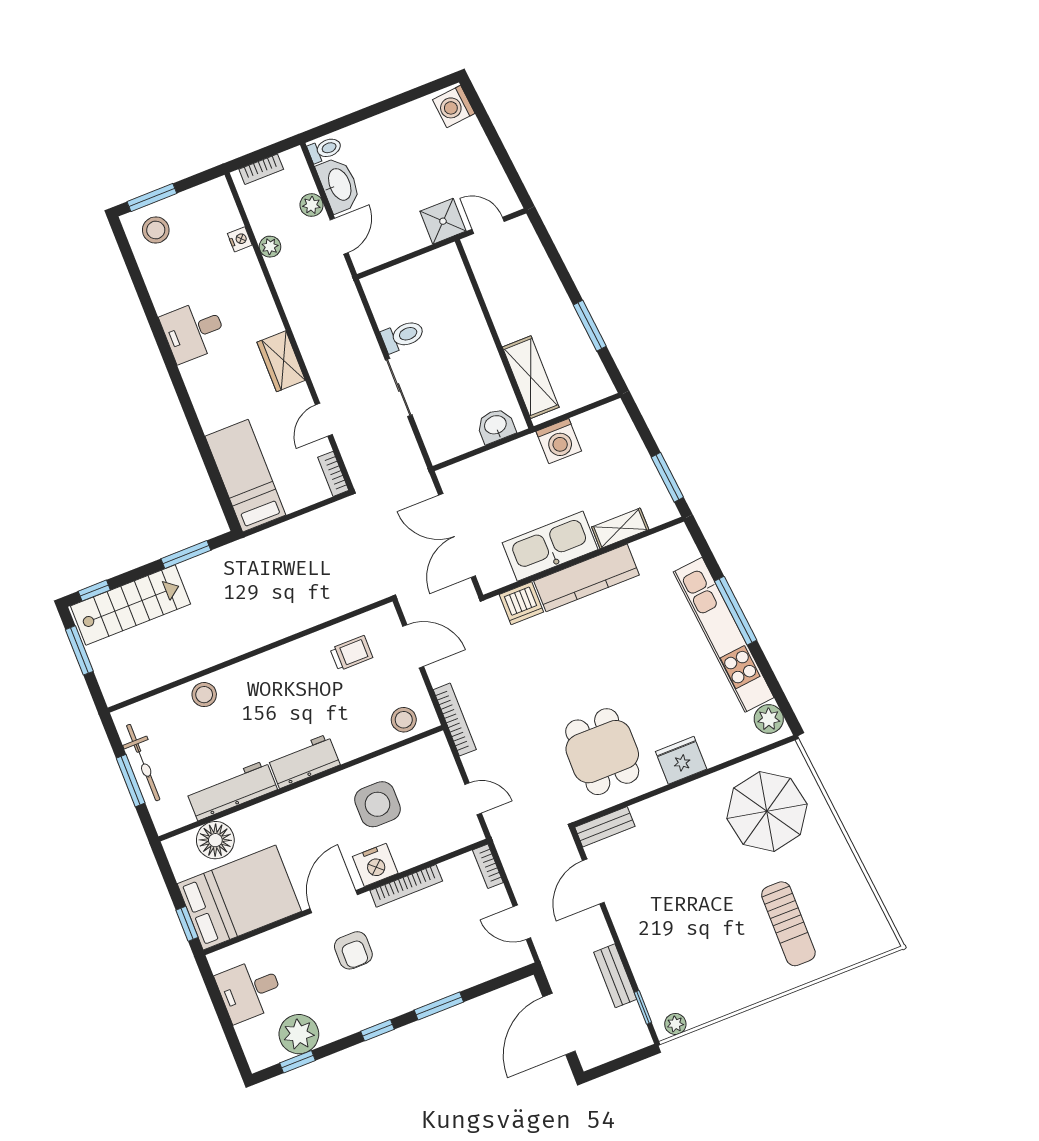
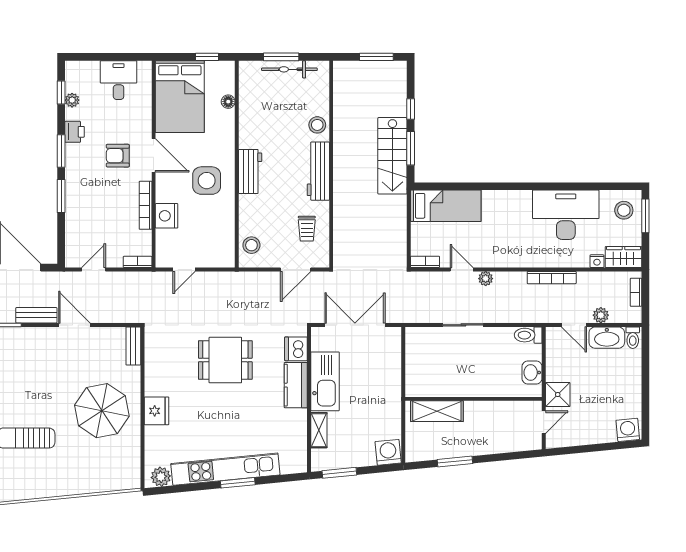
plant: (270, 247) -> (486, 279), moved
desk: (194, 331) -> (566, 215), width x1.87, depth x1.30
toilet: (403, 336) -> (528, 335), moved, turned 90
wardrobe: (281, 361) -> (623, 257), moved
washbasin: (496, 426) -> (532, 372), moved, turned 180
washing machine: (559, 441) -> (388, 452), moved, turned 84
kitchen counter: (587, 578) -> (296, 385), width x0.67
window: (94, 591) -> (411, 109), moved
stairs: (130, 605) -> (392, 156), moved
window: (736, 611) -> (238, 483), width x0.69
bookcase: (455, 720) -> (552, 278), moved
dining table: (602, 752) -> (225, 360), moved
workbench: (232, 790) -> (318, 171), moved, turned 180
side table: (377, 804) -> (207, 181), moved
parasol: (767, 811) -> (102, 411), moved
floor lamp: (215, 840) -> (228, 102), width x0.53, depth x0.53
nightstand: (375, 865) -> (167, 216), moved
door: (593, 882) -> (74, 325), moved
window: (187, 924) -> (207, 57), moved
printer: (344, 1022) -> (75, 132), added
window: (378, 1030) -> (61, 151), width x1.50
plant: (299, 1034) -> (72, 100), width x0.53, depth x0.53

